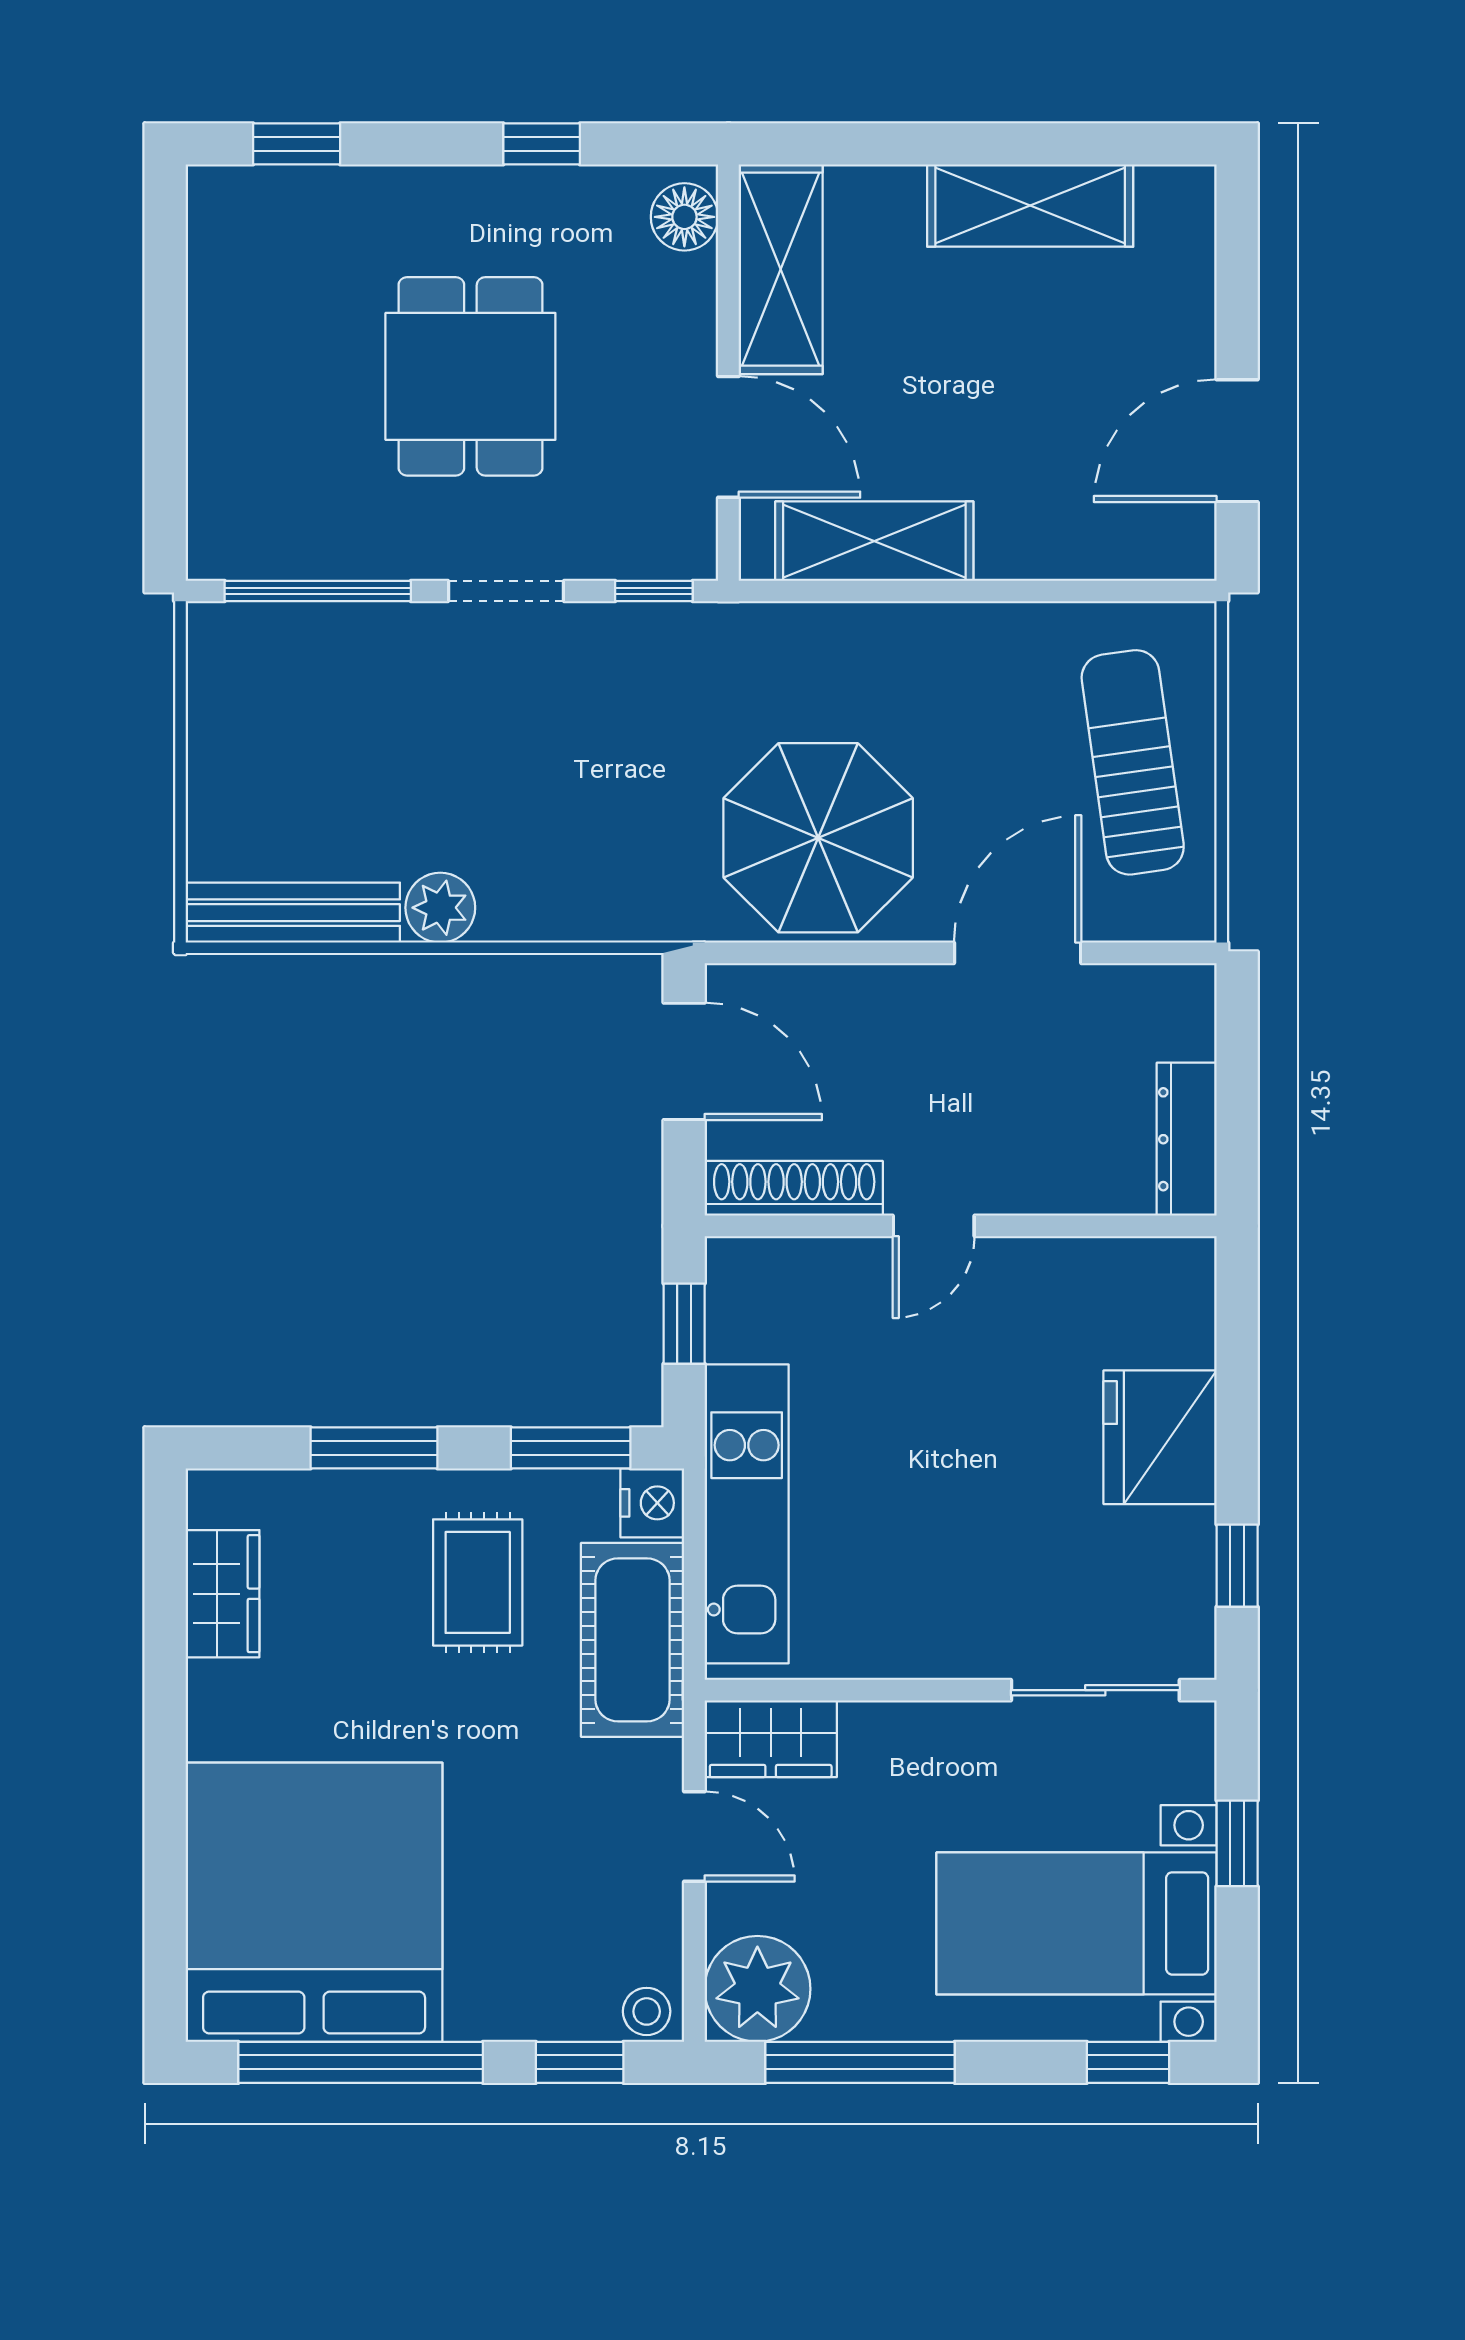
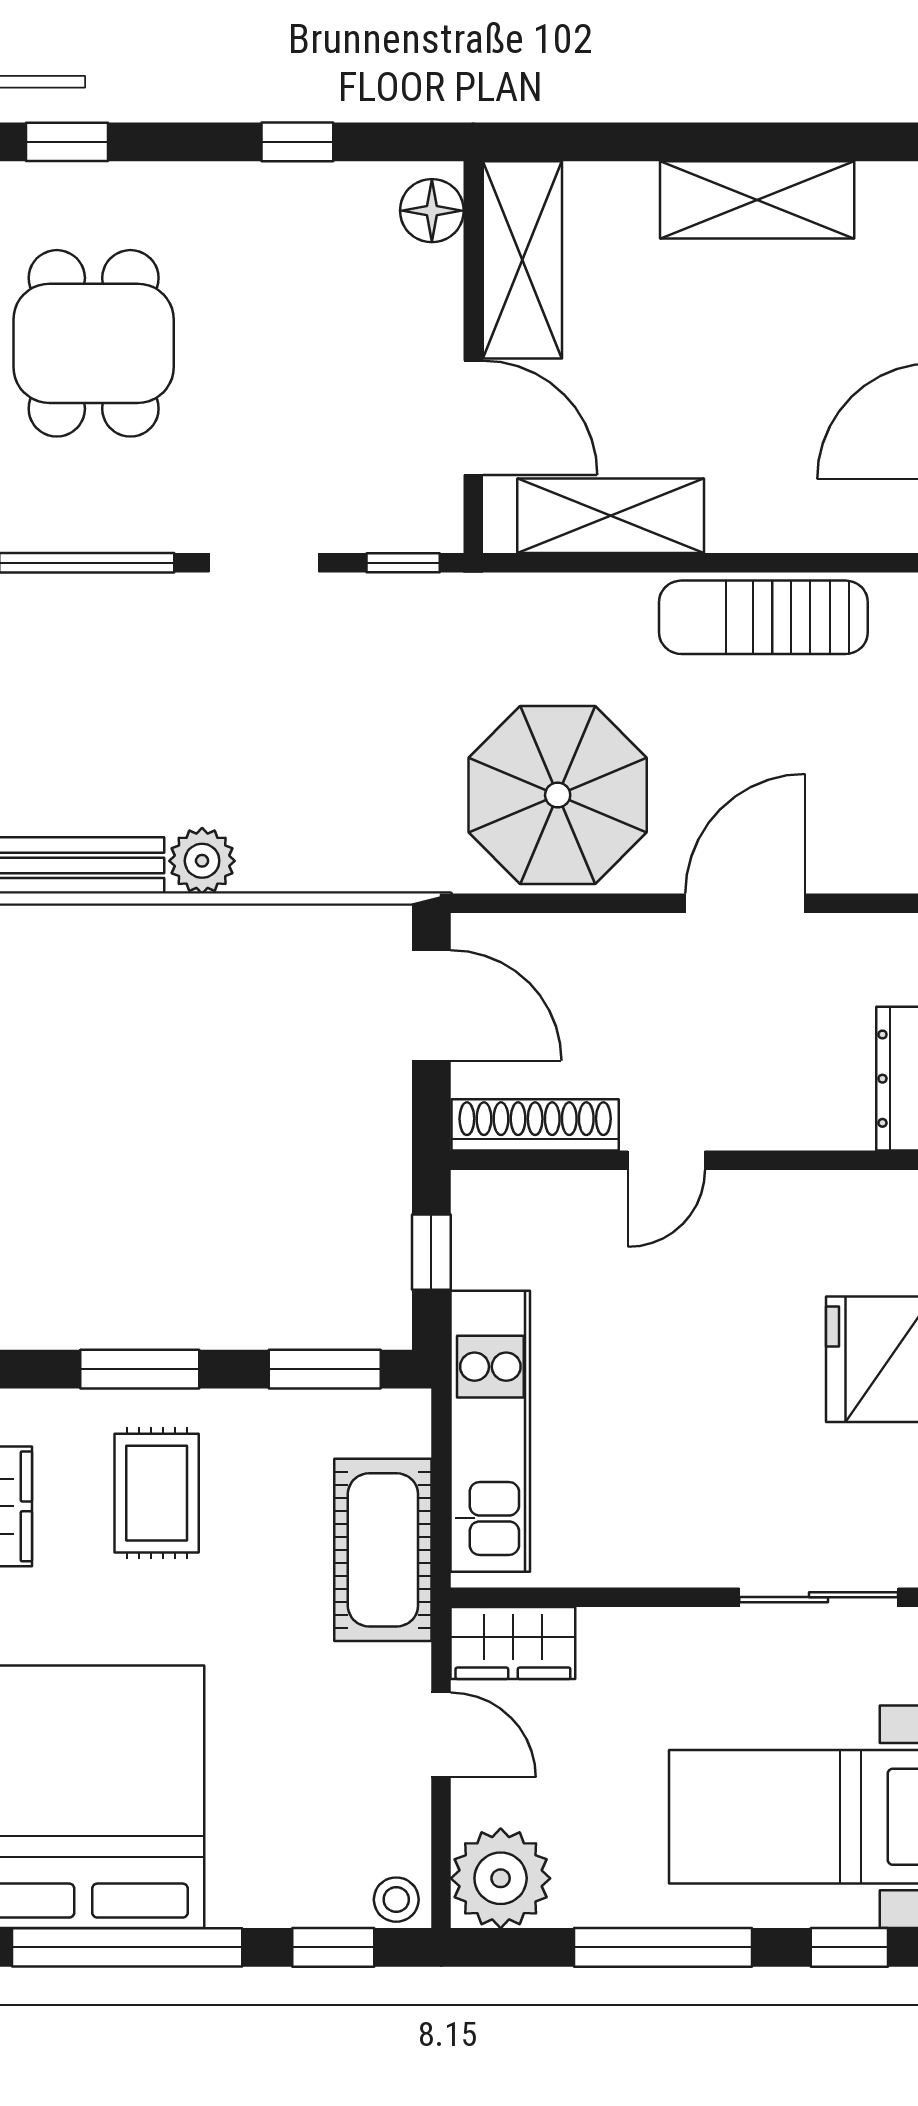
dining table: (470, 376) -> (94, 343), moved
sun lounger: (1133, 762) -> (763, 617), moved, turned -82
nightstand: (652, 1503) -> (402, 1421), removed
rug: (478, 1582) -> (157, 1493), moved
window: (860, 2062) -> (663, 1947), moved

